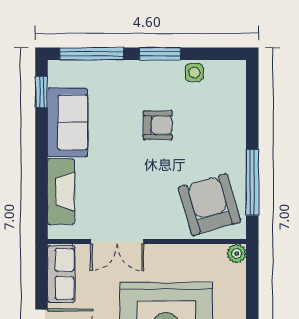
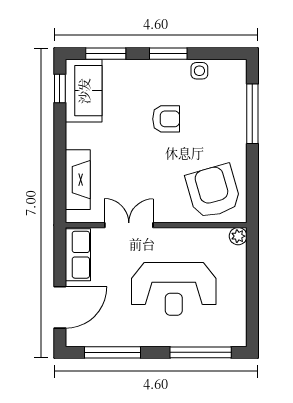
window: (92, 54) -> (106, 54), width x0.69
sofa: (67, 122) -> (84, 91), moved
window: (252, 183) -> (252, 114), moved
double door: (117, 242) -> (129, 225), swing flipped

